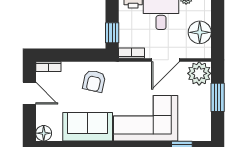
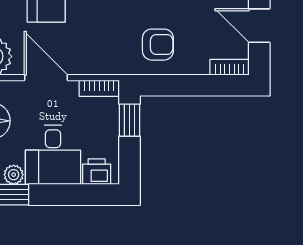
door: (165, 60) -> (46, 78), hinge flipped
armchair: (94, 81) -> (158, 45), turned 78

